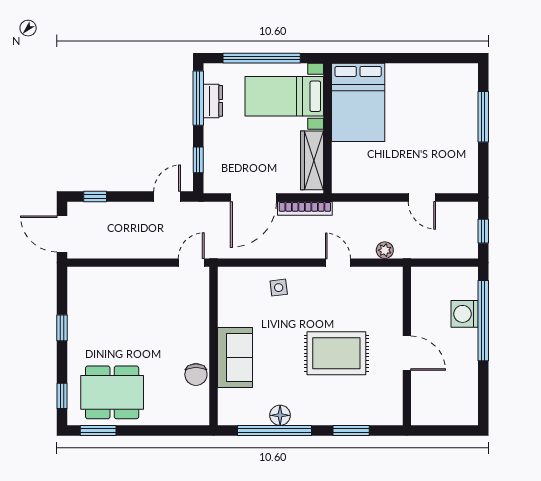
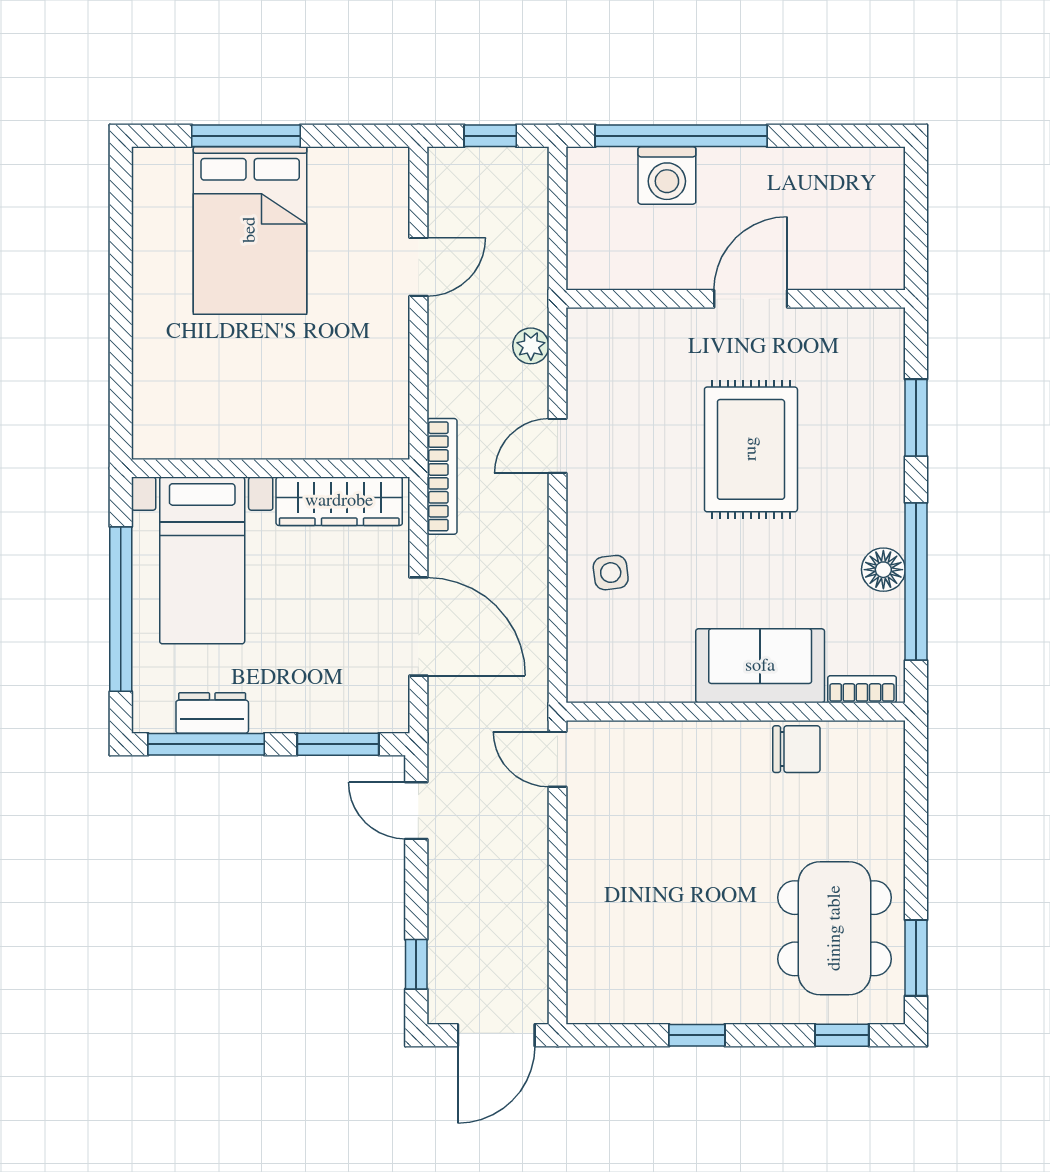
bed: (358, 102) -> (250, 230), moved, turned 90
window: (198, 160) -> (338, 744), width x1.50
bookcase: (305, 209) -> (442, 476), moved
bookcase: (224, 405) -> (862, 689), added

